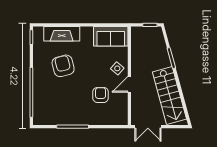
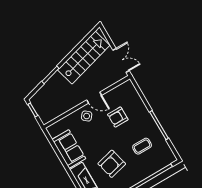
sofa: (111, 36) -> (69, 149), moved
coffee table: (63, 101) -> (142, 146), added

